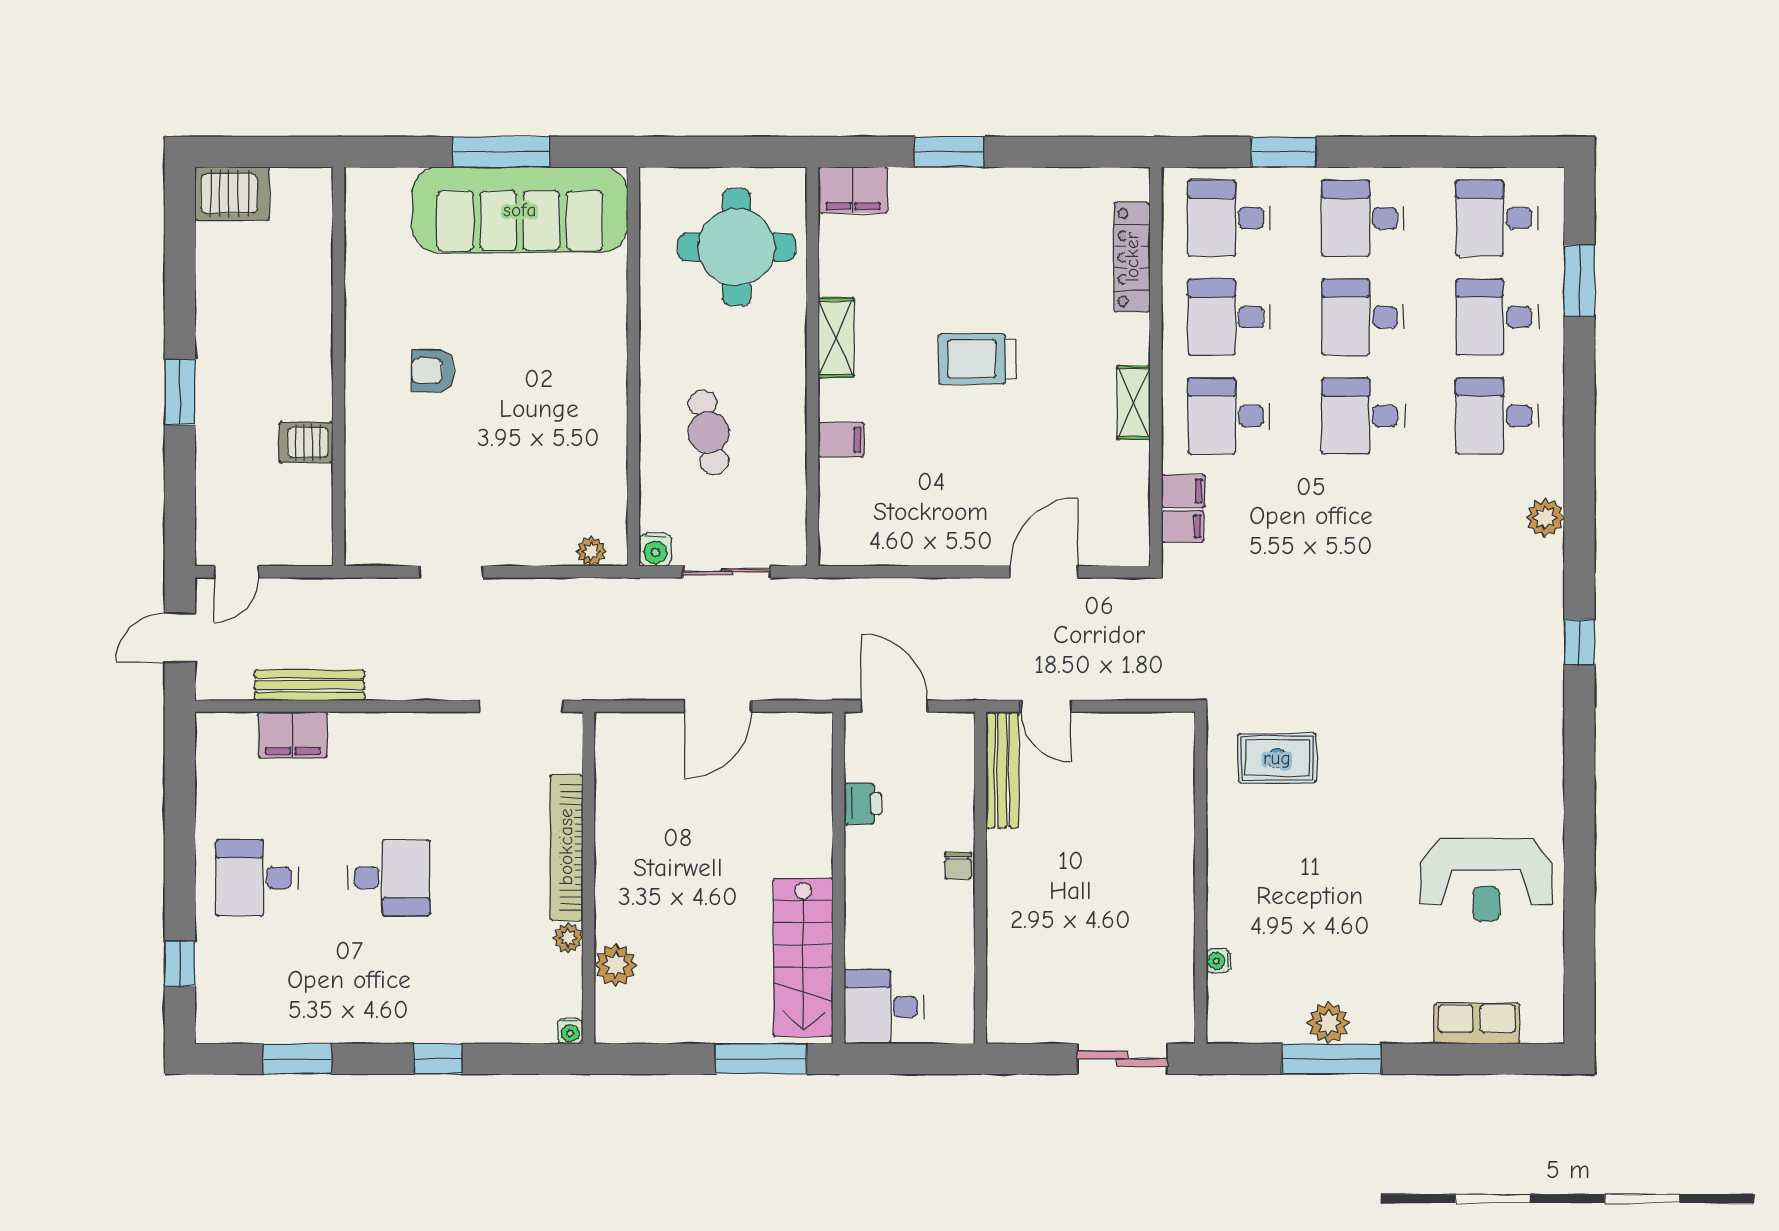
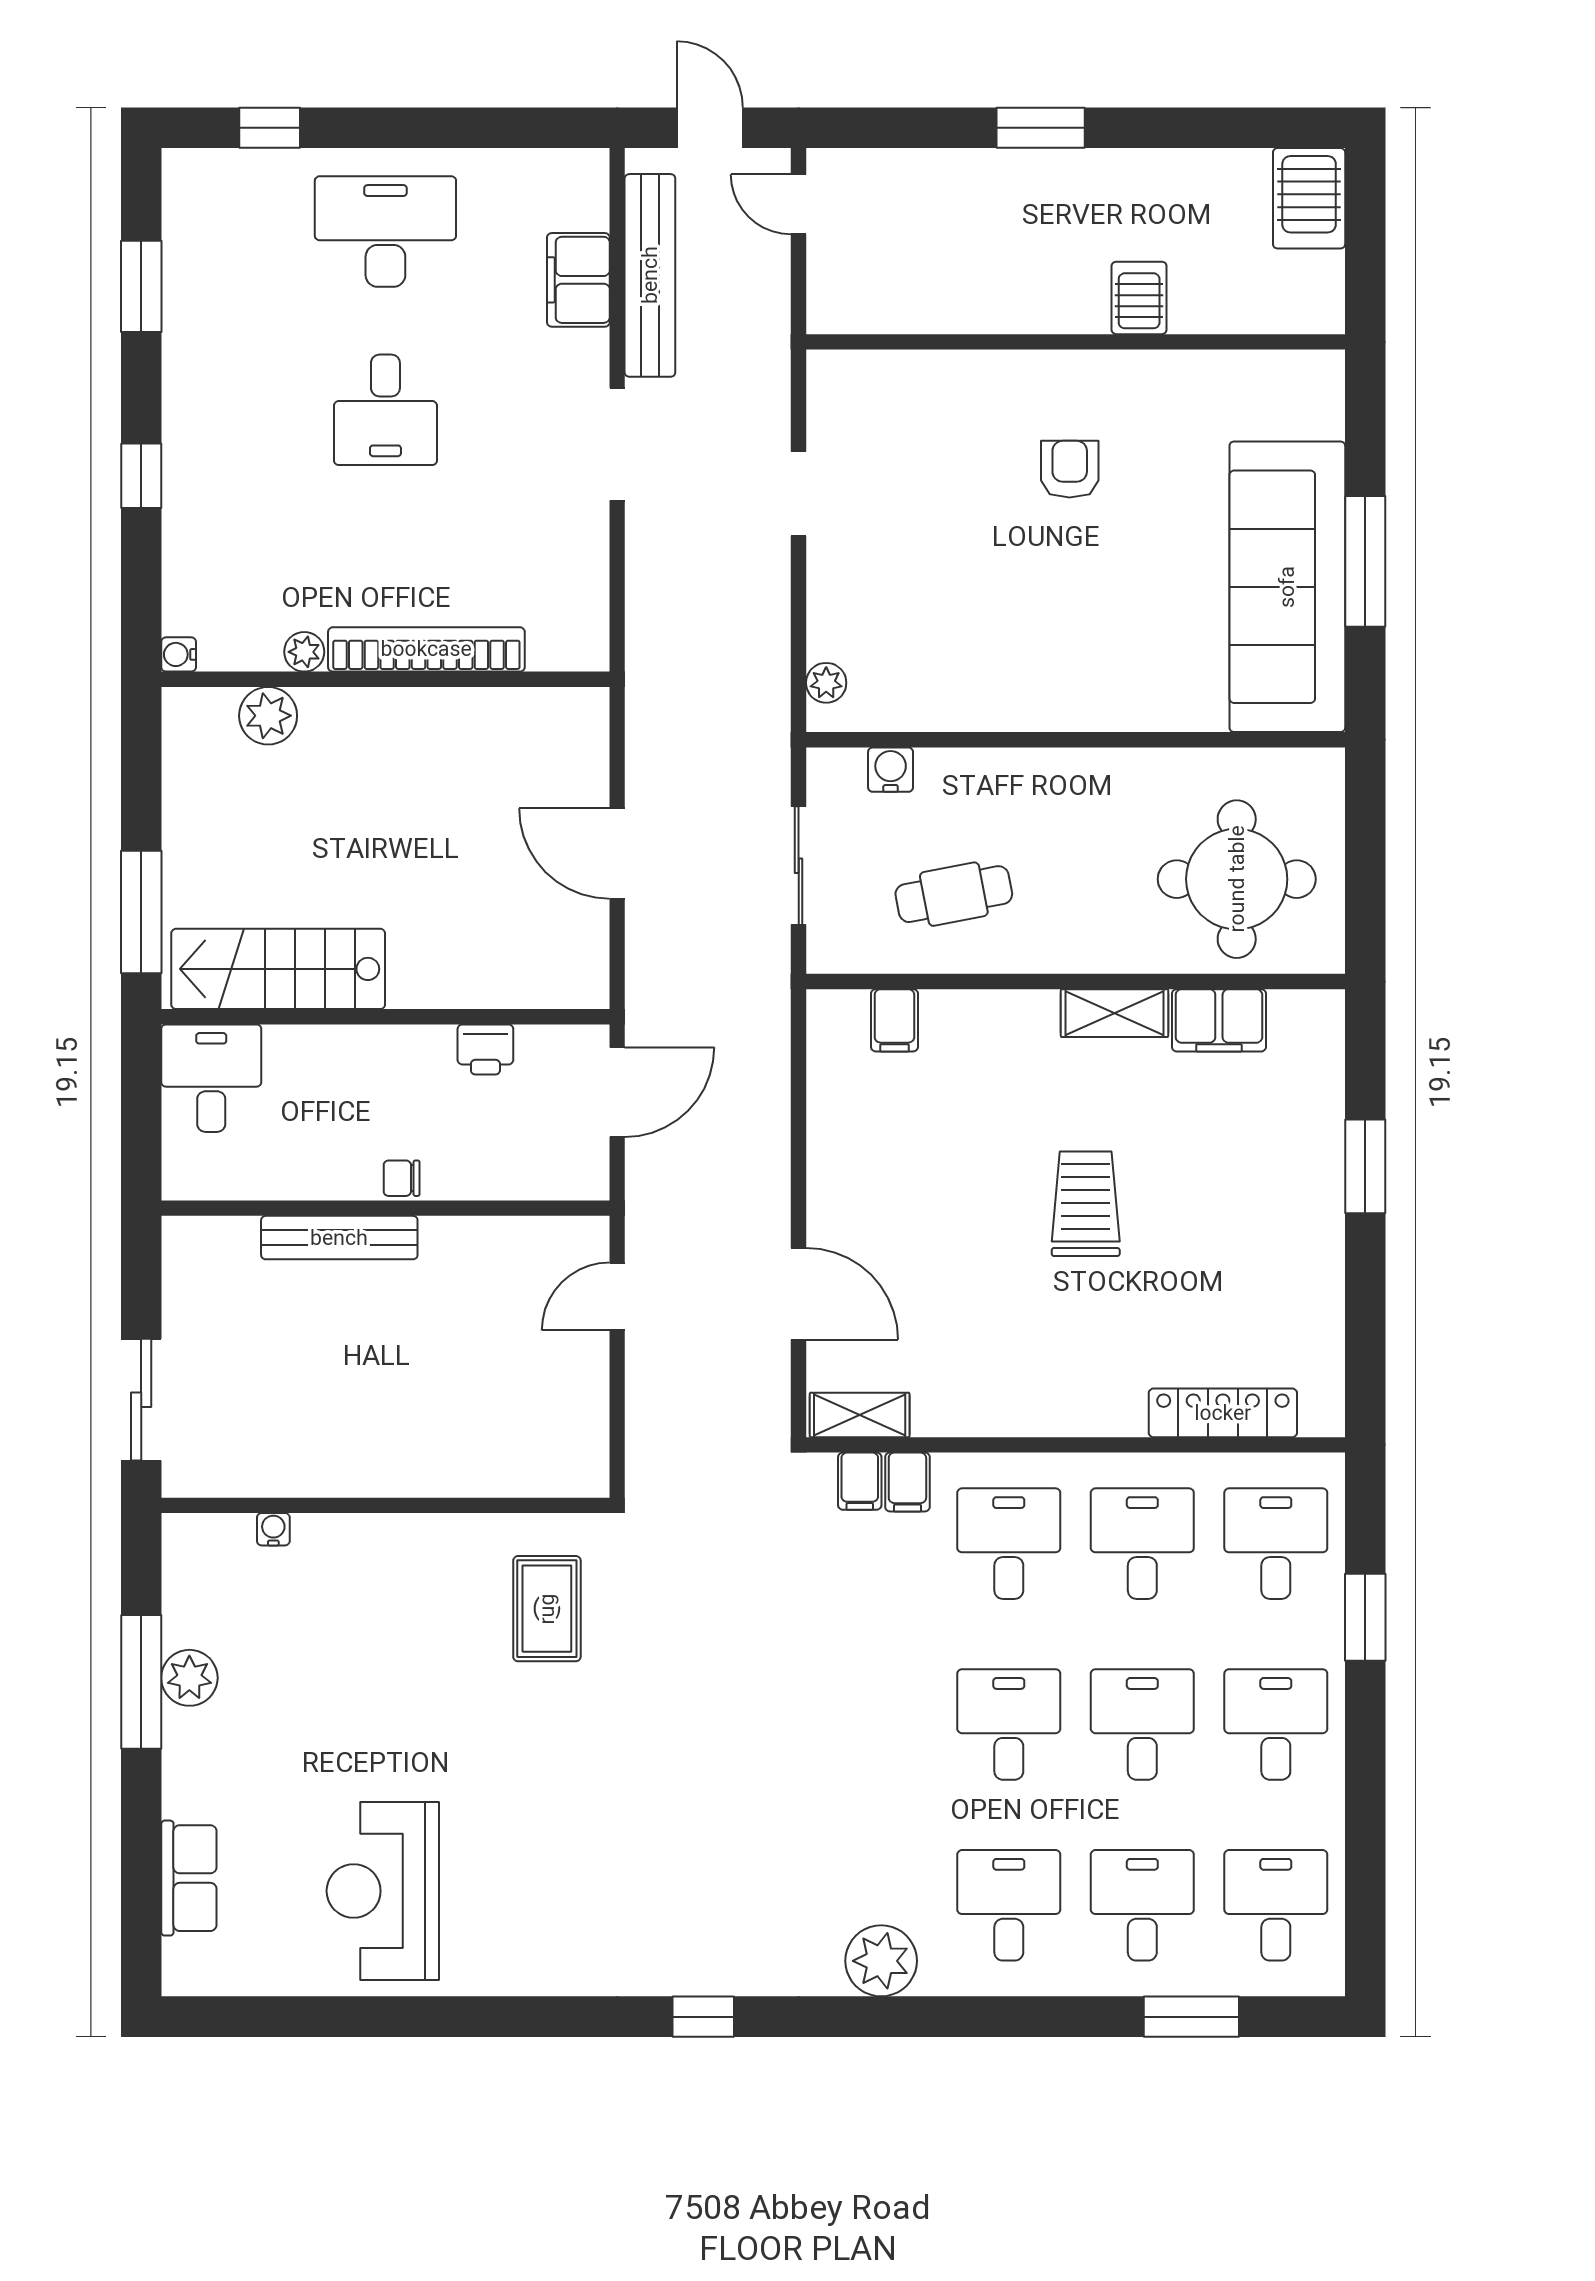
filing cabinet: (853, 190) -> (1219, 1020), moved, turned -90
shelving: (1134, 403) -> (860, 1415), moved
cafe table: (709, 432) -> (954, 894), moved
filing cabinet: (841, 440) -> (894, 1020), moved
server rack: (306, 442) -> (1139, 298), moved
plant: (1545, 518) -> (881, 1961), width x1.36, depth x1.36
water cooler: (655, 550) -> (891, 770), moved, turned 90
bench: (309, 685) -> (650, 275), width x1.37, depth x1.21
doorway: (521, 706) -> (617, 444), moved
bench: (1002, 770) -> (339, 1238), moved
desk: (257, 878) -> (385, 232), width x1.37

